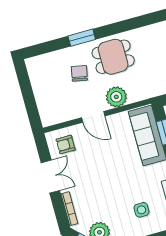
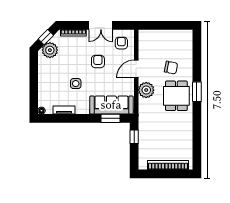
window: (82, 38) -> (197, 92), moved
armchair: (97, 168) -> (98, 62), added
side table: (142, 210) -> (76, 84), moved

